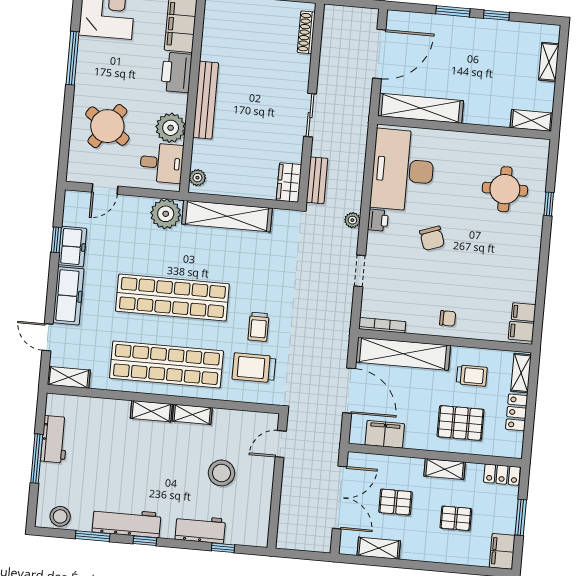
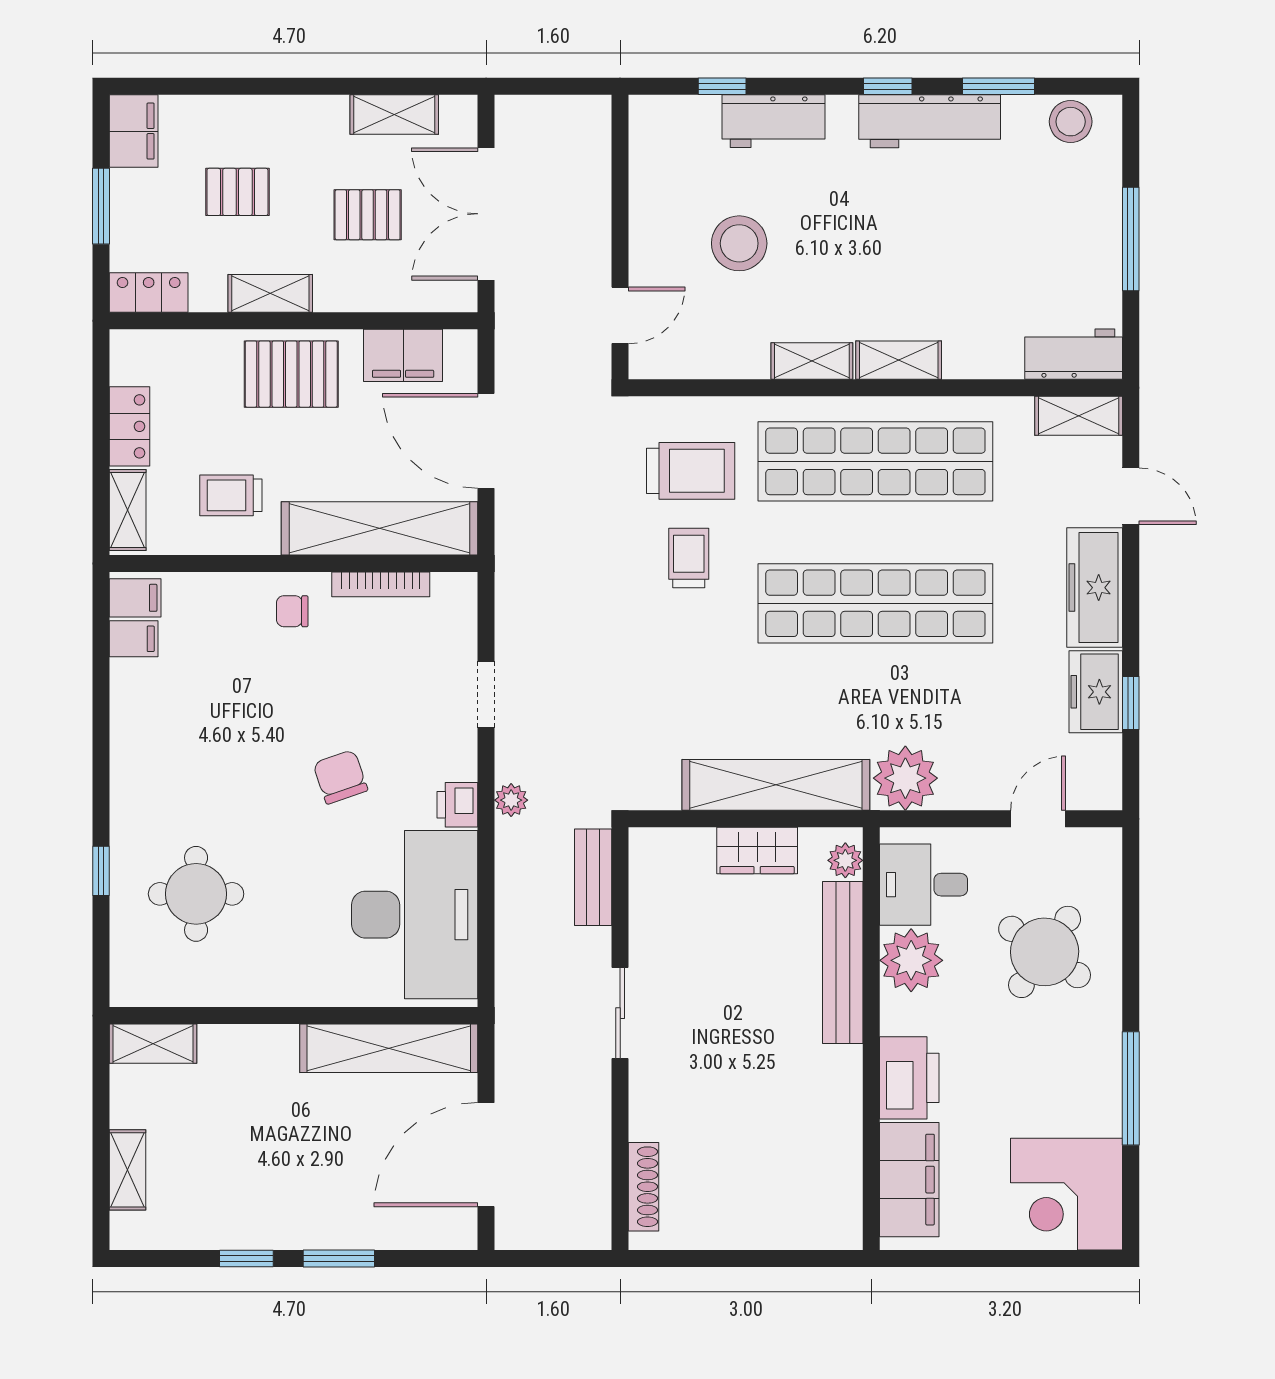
bench: (206, 100) -> (843, 962), moved
wardrobe: (289, 182) -> (757, 851), moved, turned 90
bookcase: (382, 325) -> (381, 584), moved
pallet: (461, 423) -> (291, 374), moved
workbench: (54, 439) -> (1074, 354), moved, turned 90

